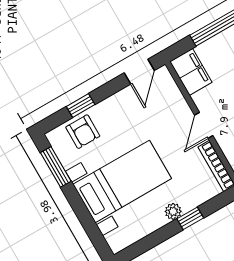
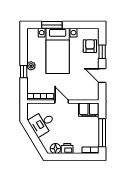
door: (139, 72) -> (102, 76), moved
armchair: (83, 132) -> (90, 46), turned 90
window: (56, 167) -> (52, 25), moved

